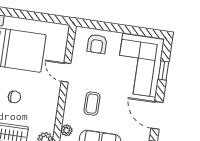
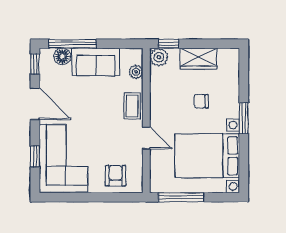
window: (44, 17) -> (181, 197), added
coffee table: (92, 104) -> (132, 106), moved

